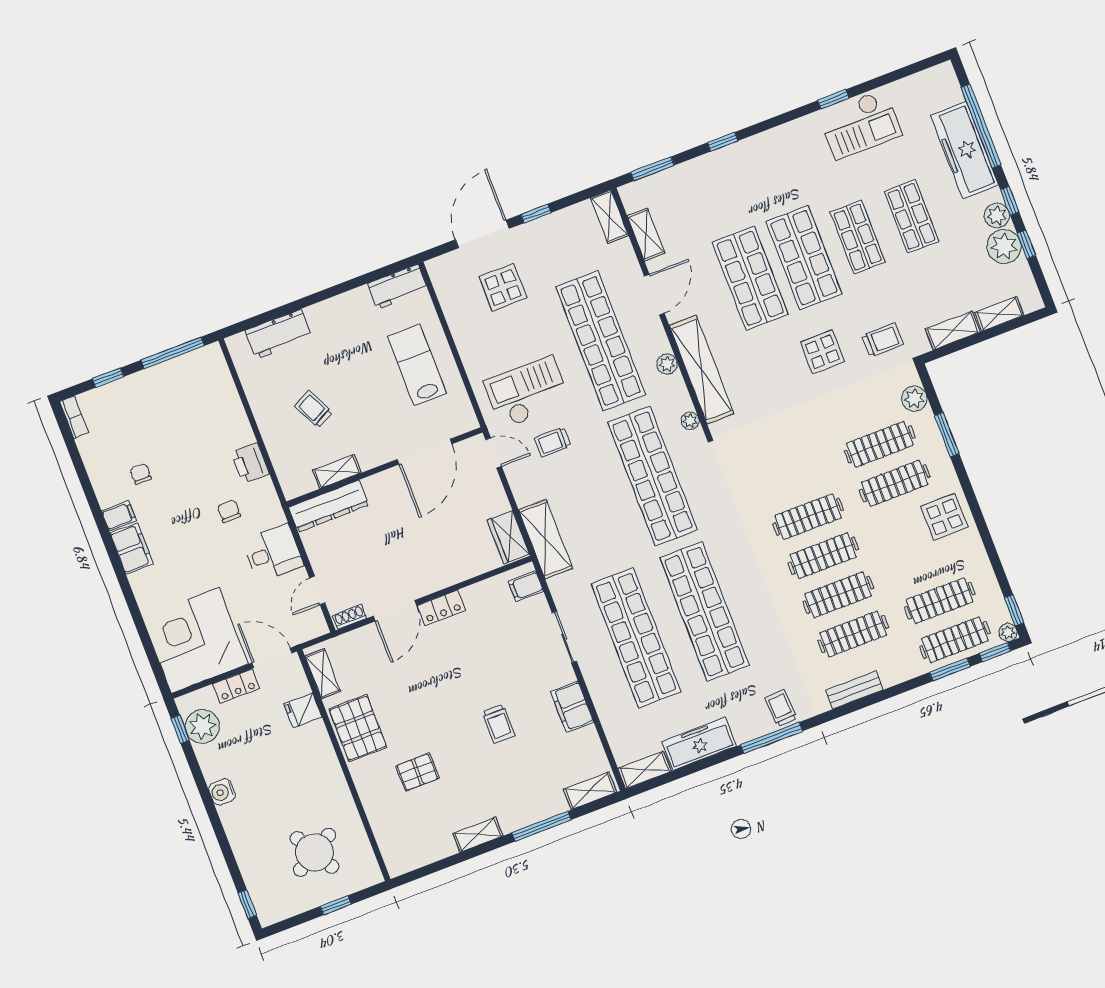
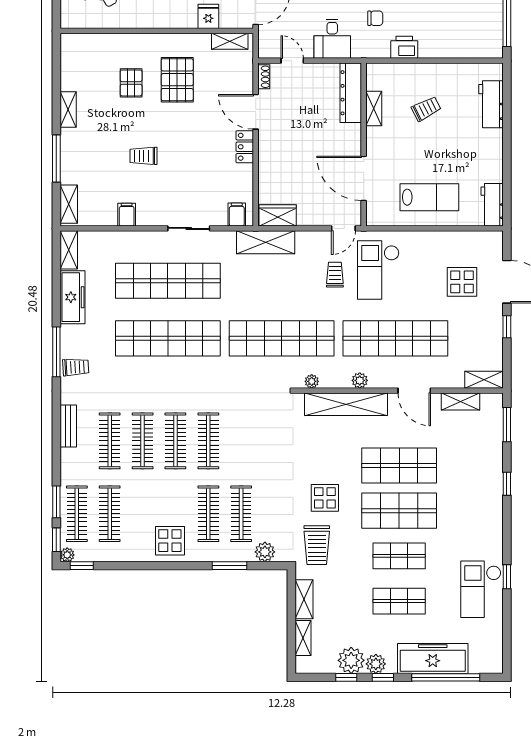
trolley: (883, 340) -> (317, 545), width x1.36, depth x1.39
checkout: (527, 392) -> (378, 270), turned 180
filing cabinet: (572, 707) -> (127, 215), width x0.50
pallet: (358, 728) -> (177, 80), moved, turned 90

